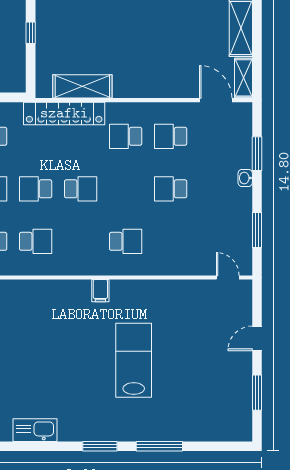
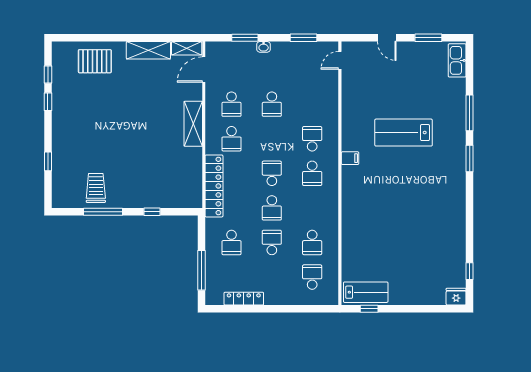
shelving: (82, 86) -> (193, 124), moved
school desk: (36, 241) -> (312, 173), moved, turned 180
kitchen sink: (35, 430) -> (457, 60), moved

